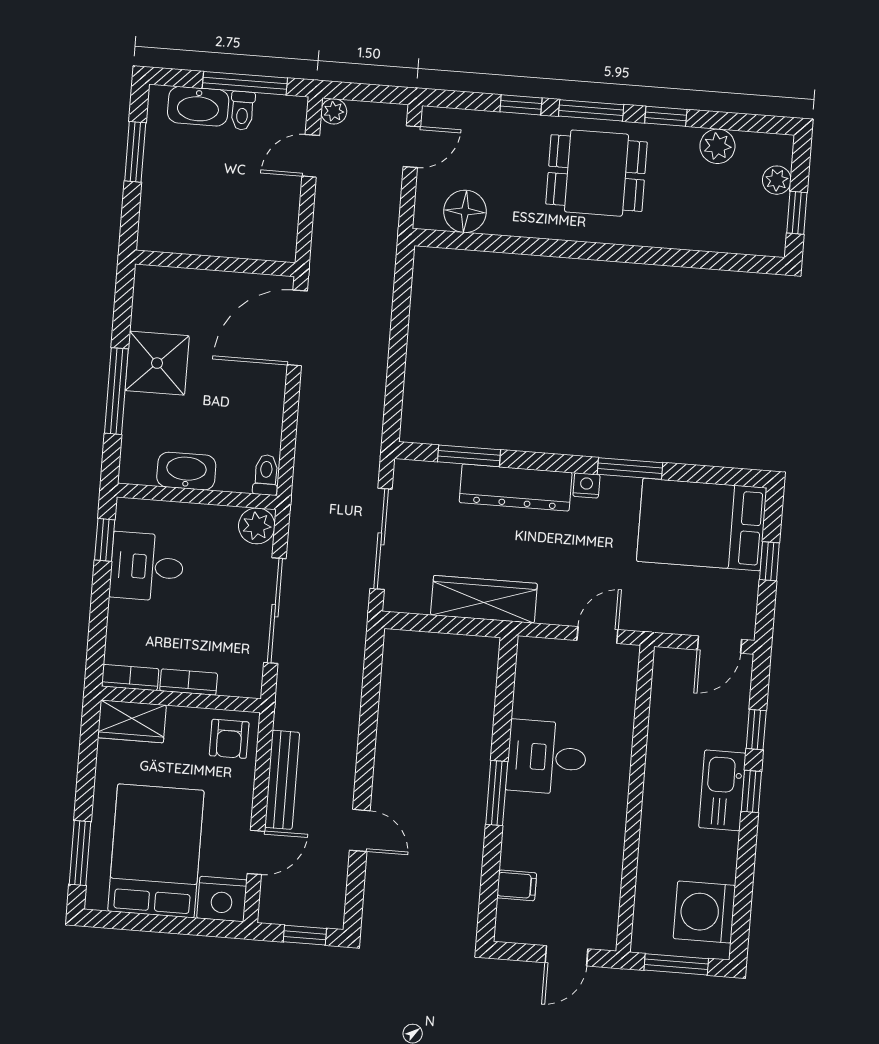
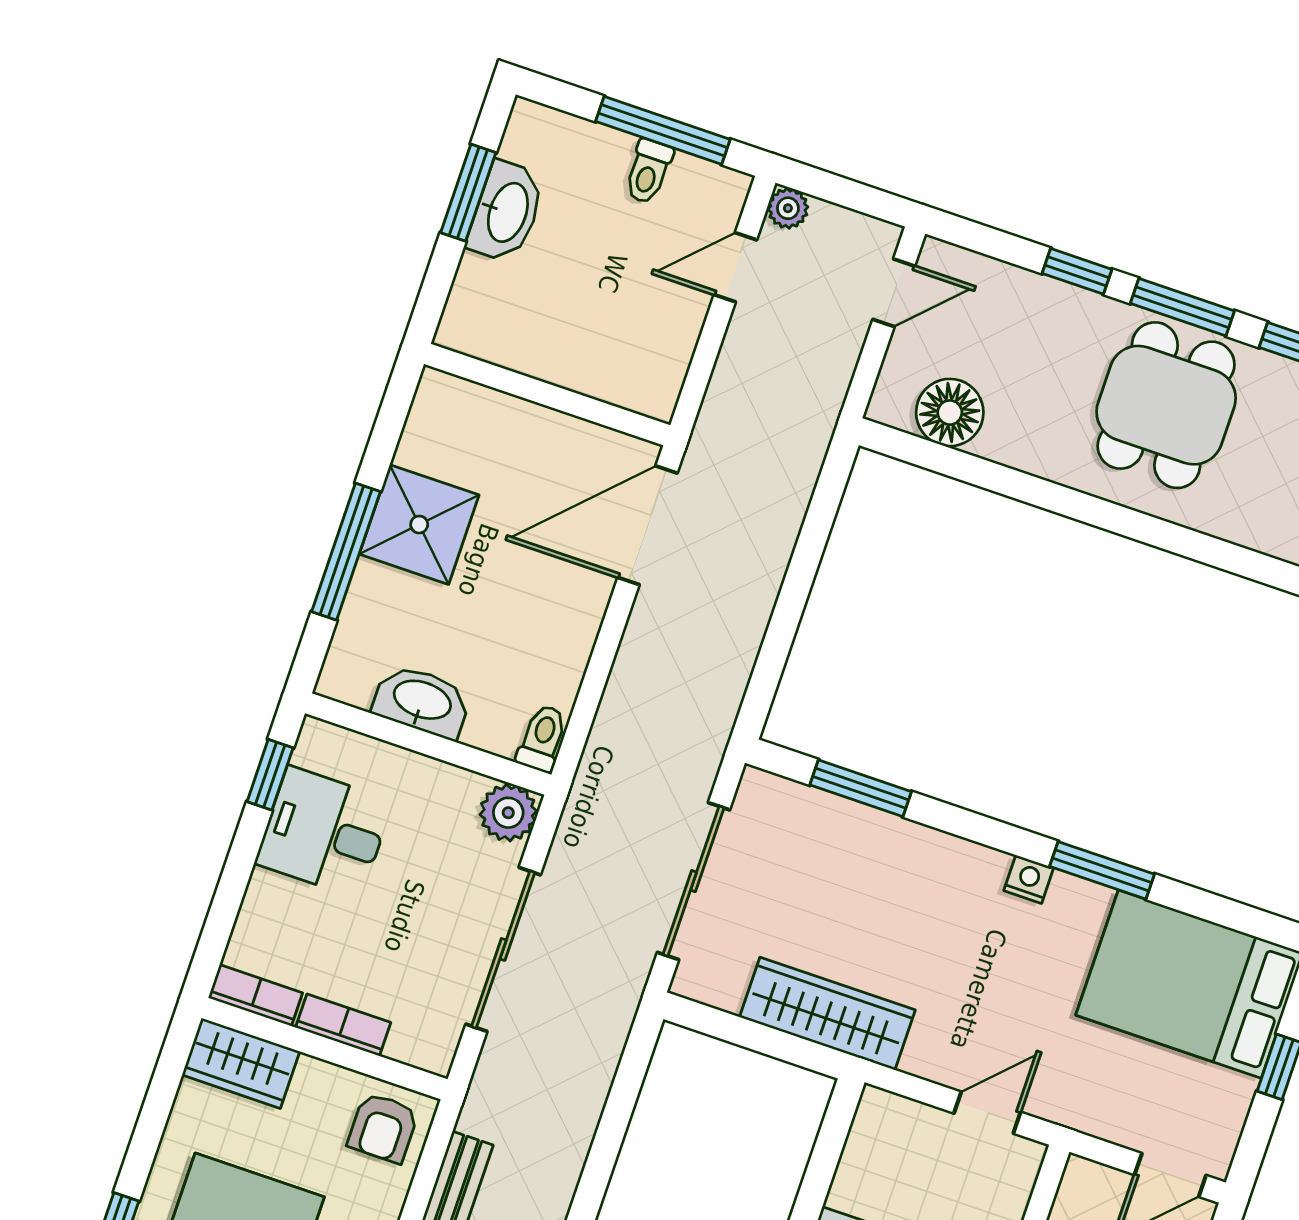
washbasin: (198, 106) -> (506, 212), moved, turned -90
dining table: (597, 173) -> (1166, 405), turned 90
dresser: (516, 488) -> (919, 855), removed

